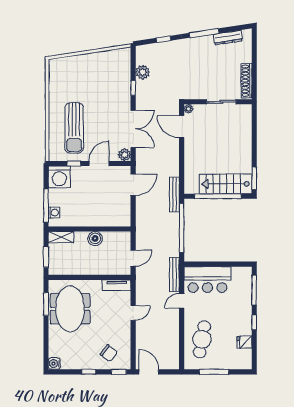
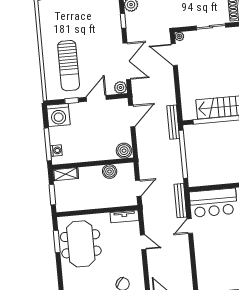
boiler: (122, 219) -> (124, 151), added
boiler: (95, 239) -> (110, 171), moved
door: (133, 313) -> (143, 242), hinge flipped
cafe table: (202, 339) -> (213, 262), removed

